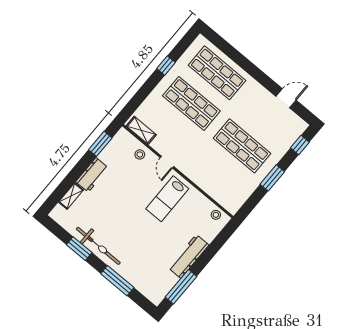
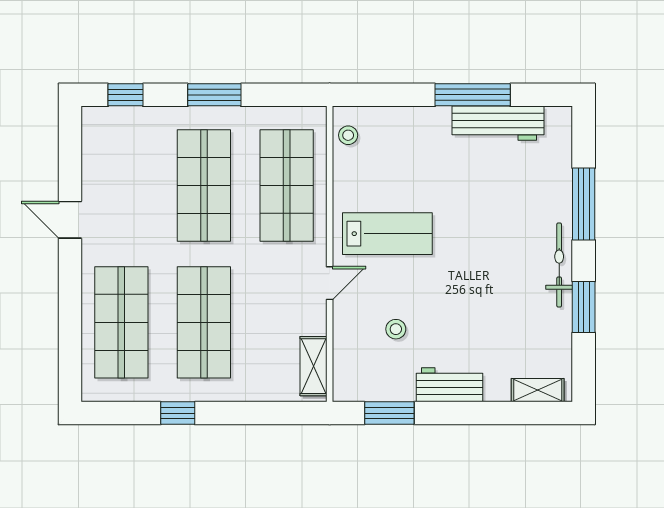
door: (286, 98) -> (70, 220), moved
stool: (140, 154) -> (396, 329), moved
shop shelf: (216, 176) -> (287, 186), added
shelving: (71, 196) -> (538, 390), moved
bicycle: (98, 246) -> (559, 265), width x0.73, depth x0.71
workbench: (189, 256) -> (498, 123), moved
window: (181, 287) -> (473, 95), moved

